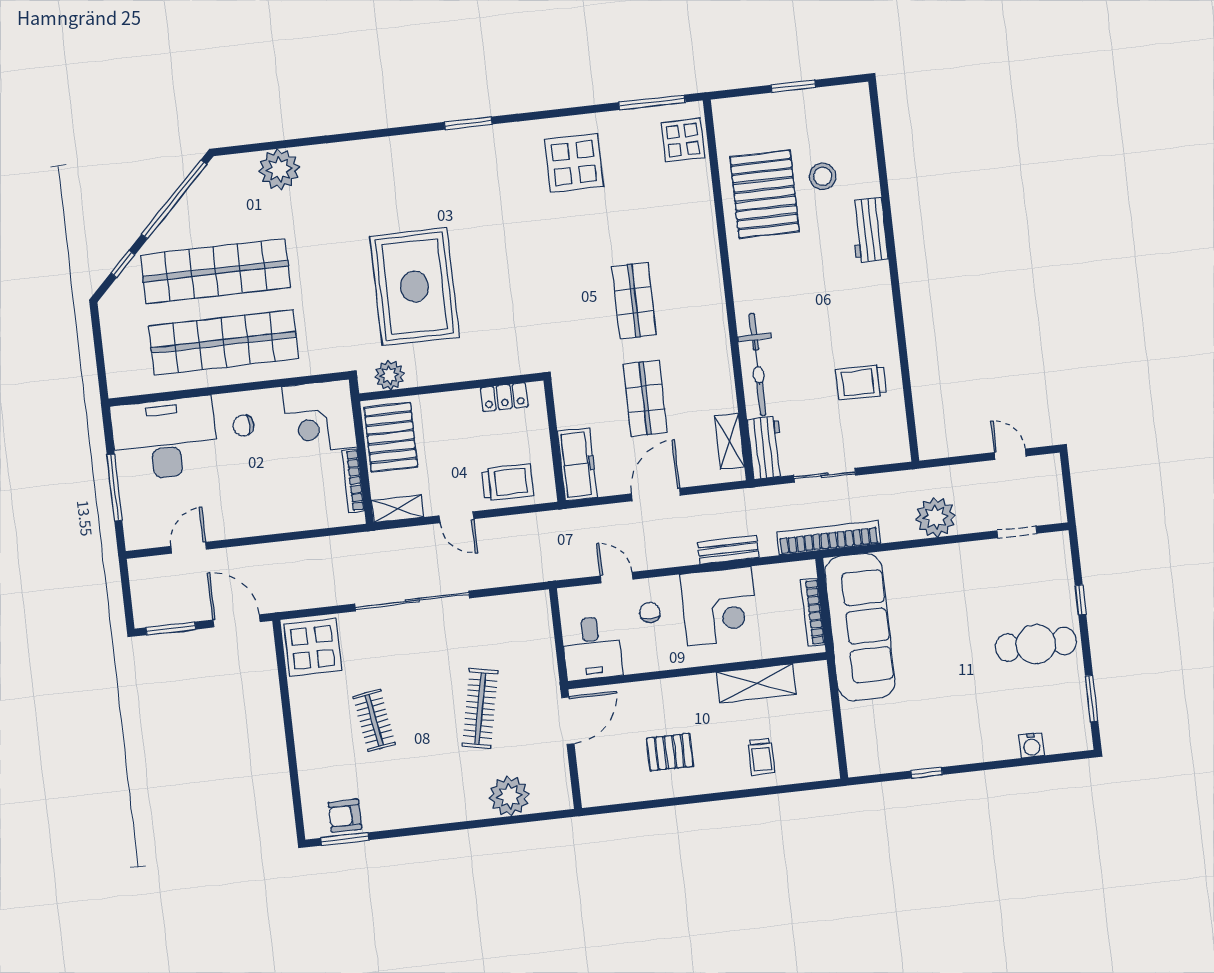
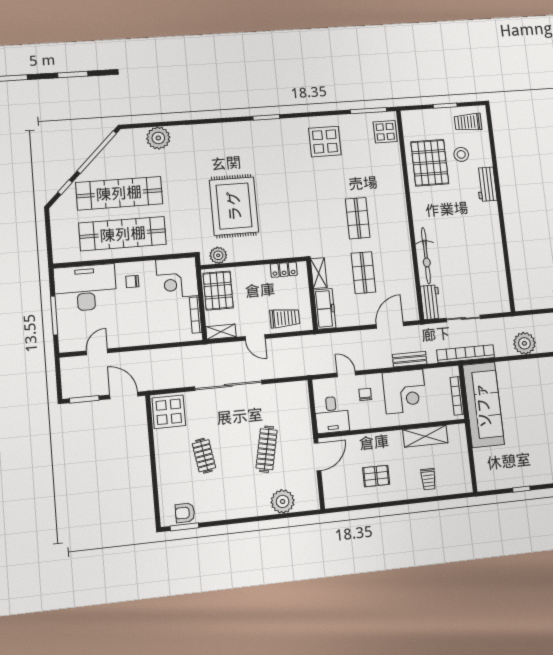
trolley: (861, 382) -> (468, 122), moved
shelving: (730, 441) -> (319, 273), moved
door: (656, 495) -> (390, 325), moved

